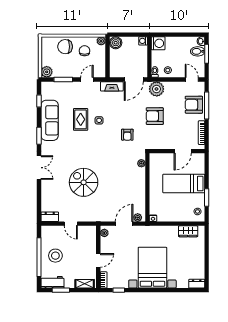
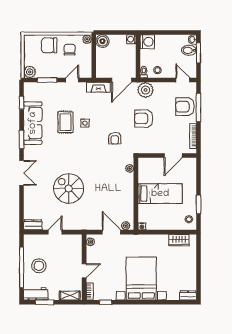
bed: (184, 184) -> (160, 194), moved, turned 180
door: (71, 224) -> (55, 232), swing flipped
door: (124, 224) -> (111, 232), hinge flipped

